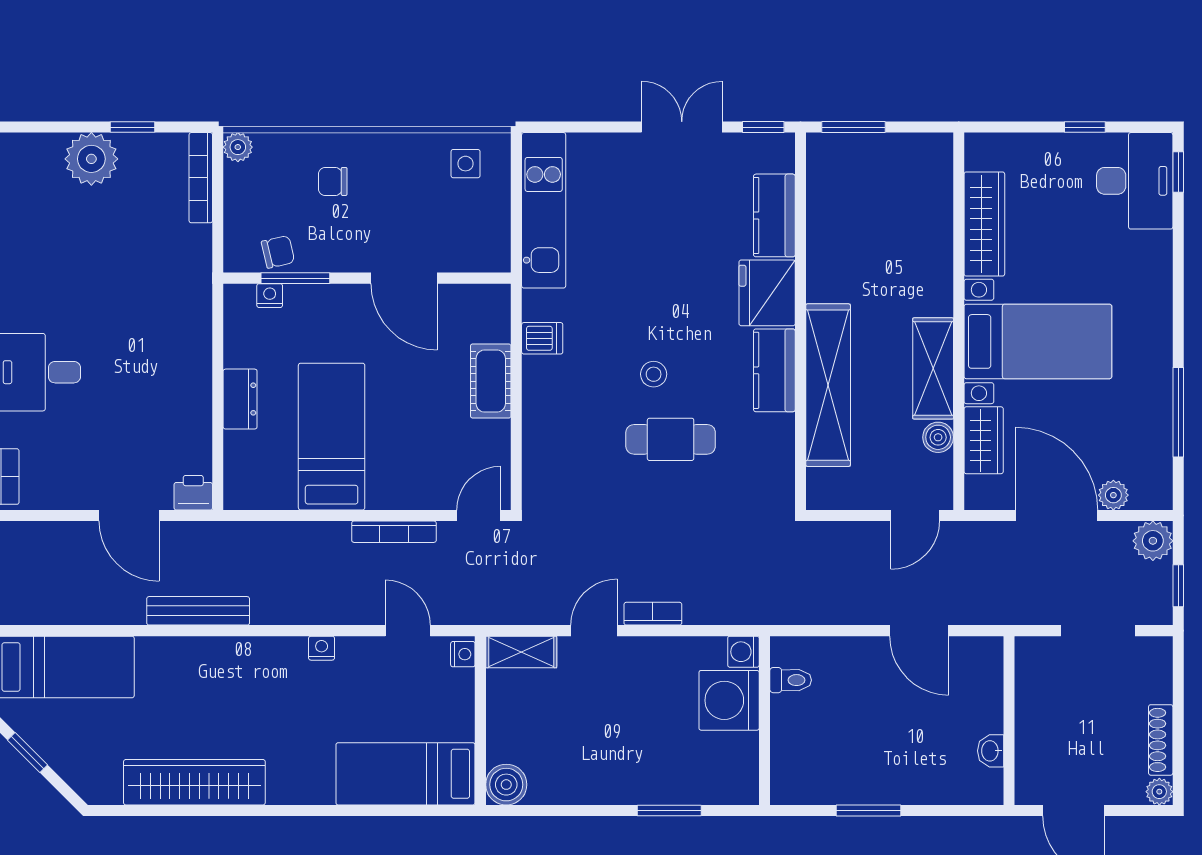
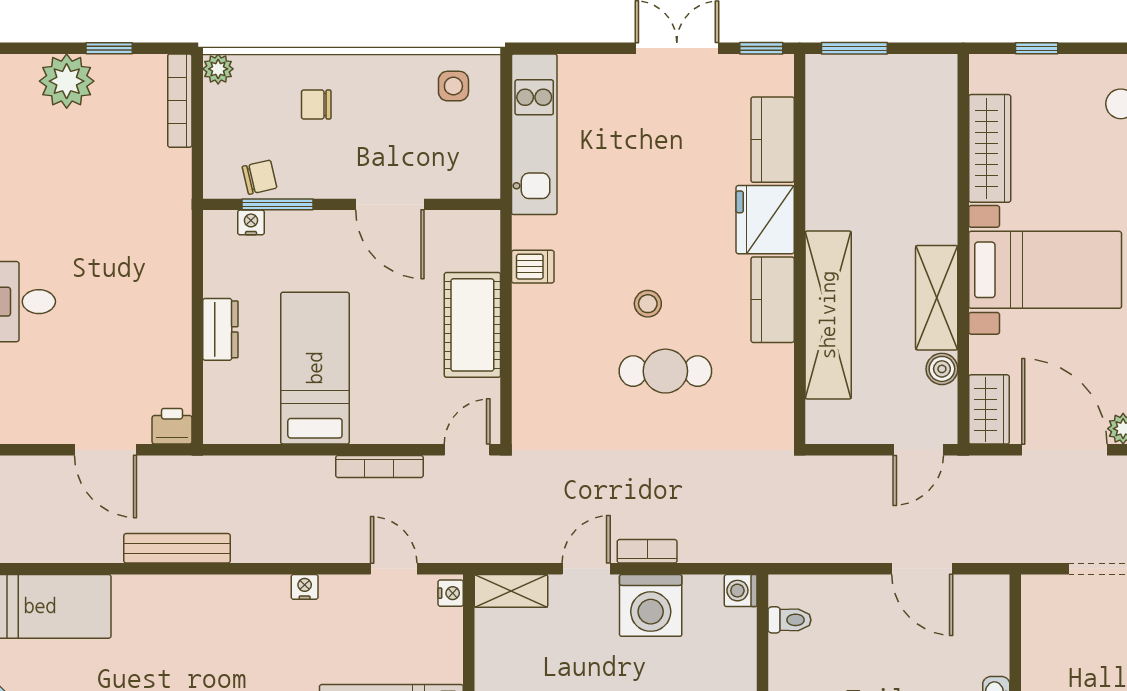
window: (1085, 127) -> (1037, 48), moved
cot: (491, 381) -> (472, 325), width x1.37, depth x1.34
wardrobe: (984, 440) -> (989, 409), moved
washing machine: (729, 700) -> (651, 605), moved, turned -90

